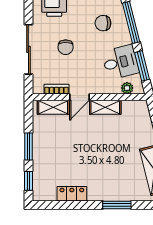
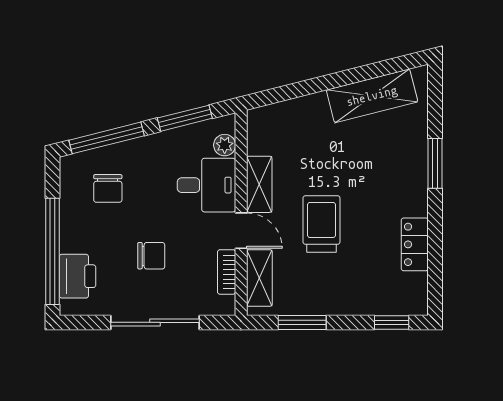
desk: (120, 62) -> (206, 185), moved, turned 104
trolley: (83, 142) -> (321, 224), added
window: (28, 146) -> (302, 322), moved

